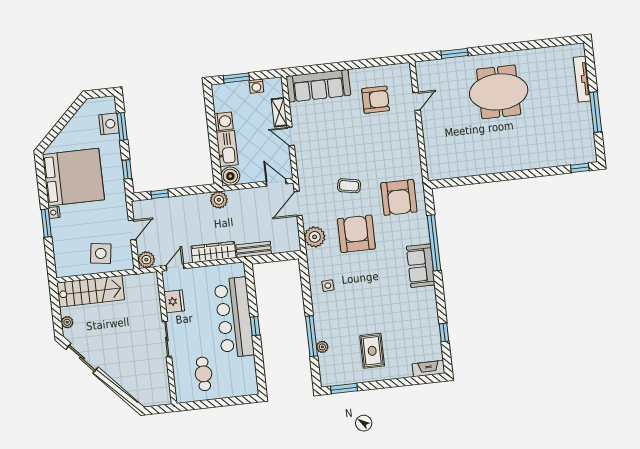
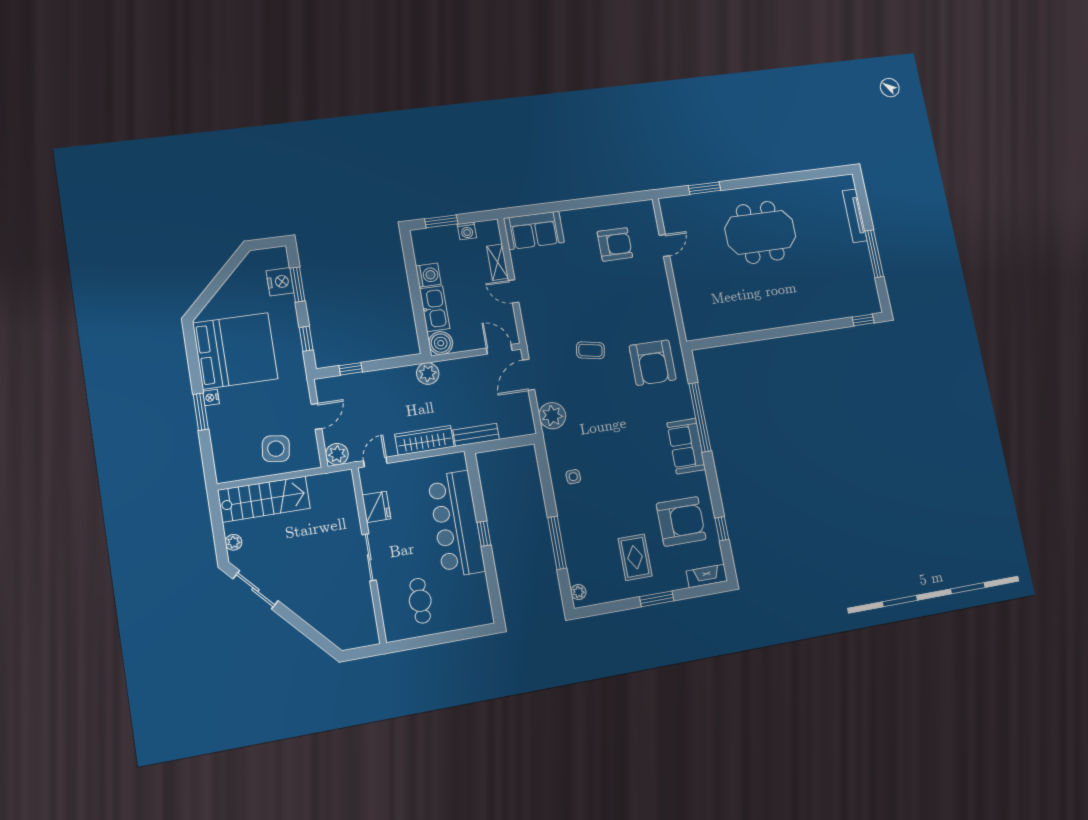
sofa: (318, 86) -> (534, 230), width x0.73
armchair: (356, 234) -> (681, 521), moved, turned 90
plant: (322, 347) -> (578, 592), moved
window: (344, 389) -> (657, 599), moved

